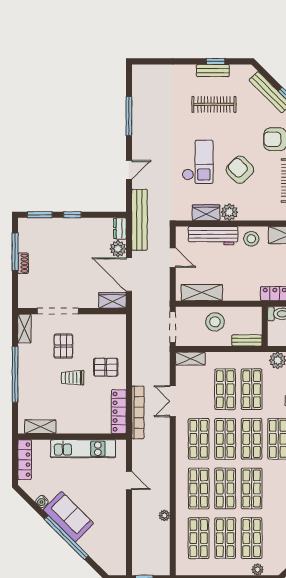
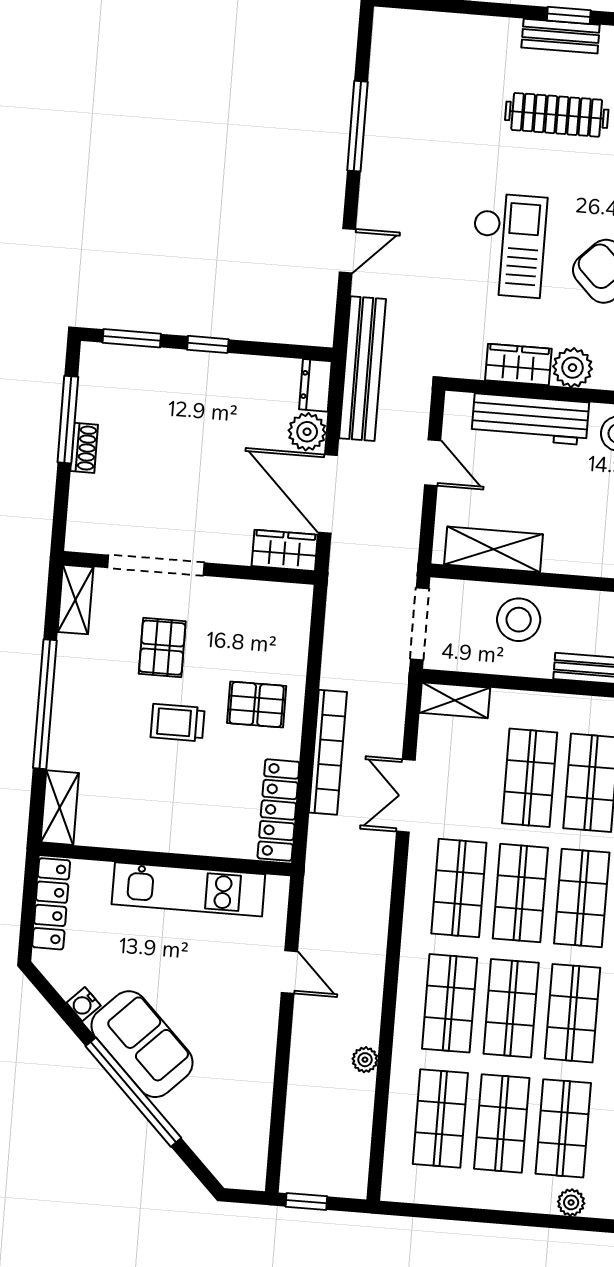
bookcase: (138, 412) -> (328, 752), moved
shelving: (40, 427) -> (60, 808), moved, turned 90

